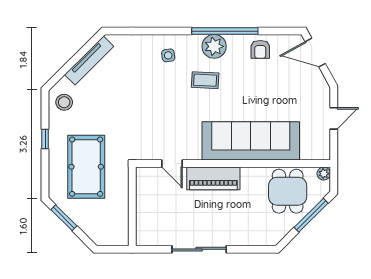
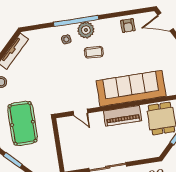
window: (225, 31) -> (76, 21), moved
plant: (214, 46) -> (86, 30), moved
piano: (213, 178) -> (123, 116), moved

